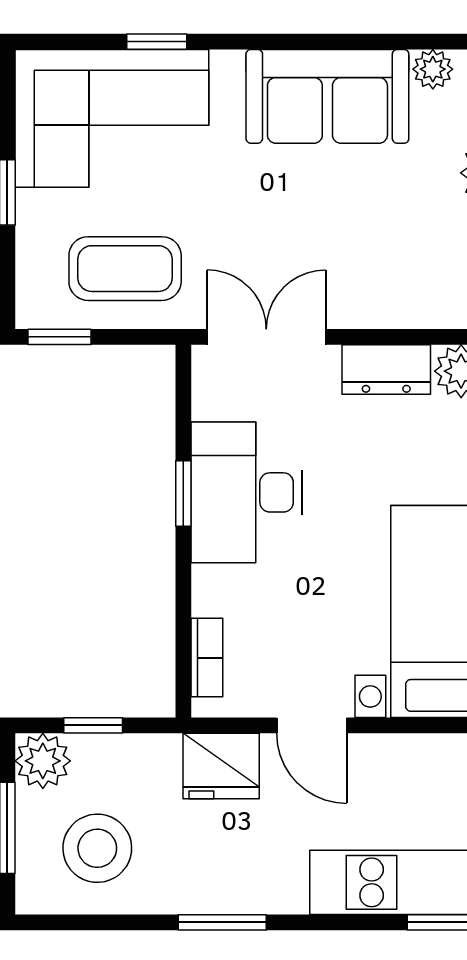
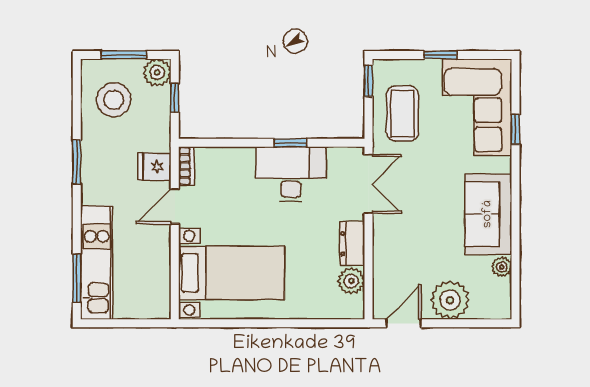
bookcase: (207, 658) -> (187, 166), moved, turned -90
fridge: (221, 766) -> (155, 167), width x0.72

